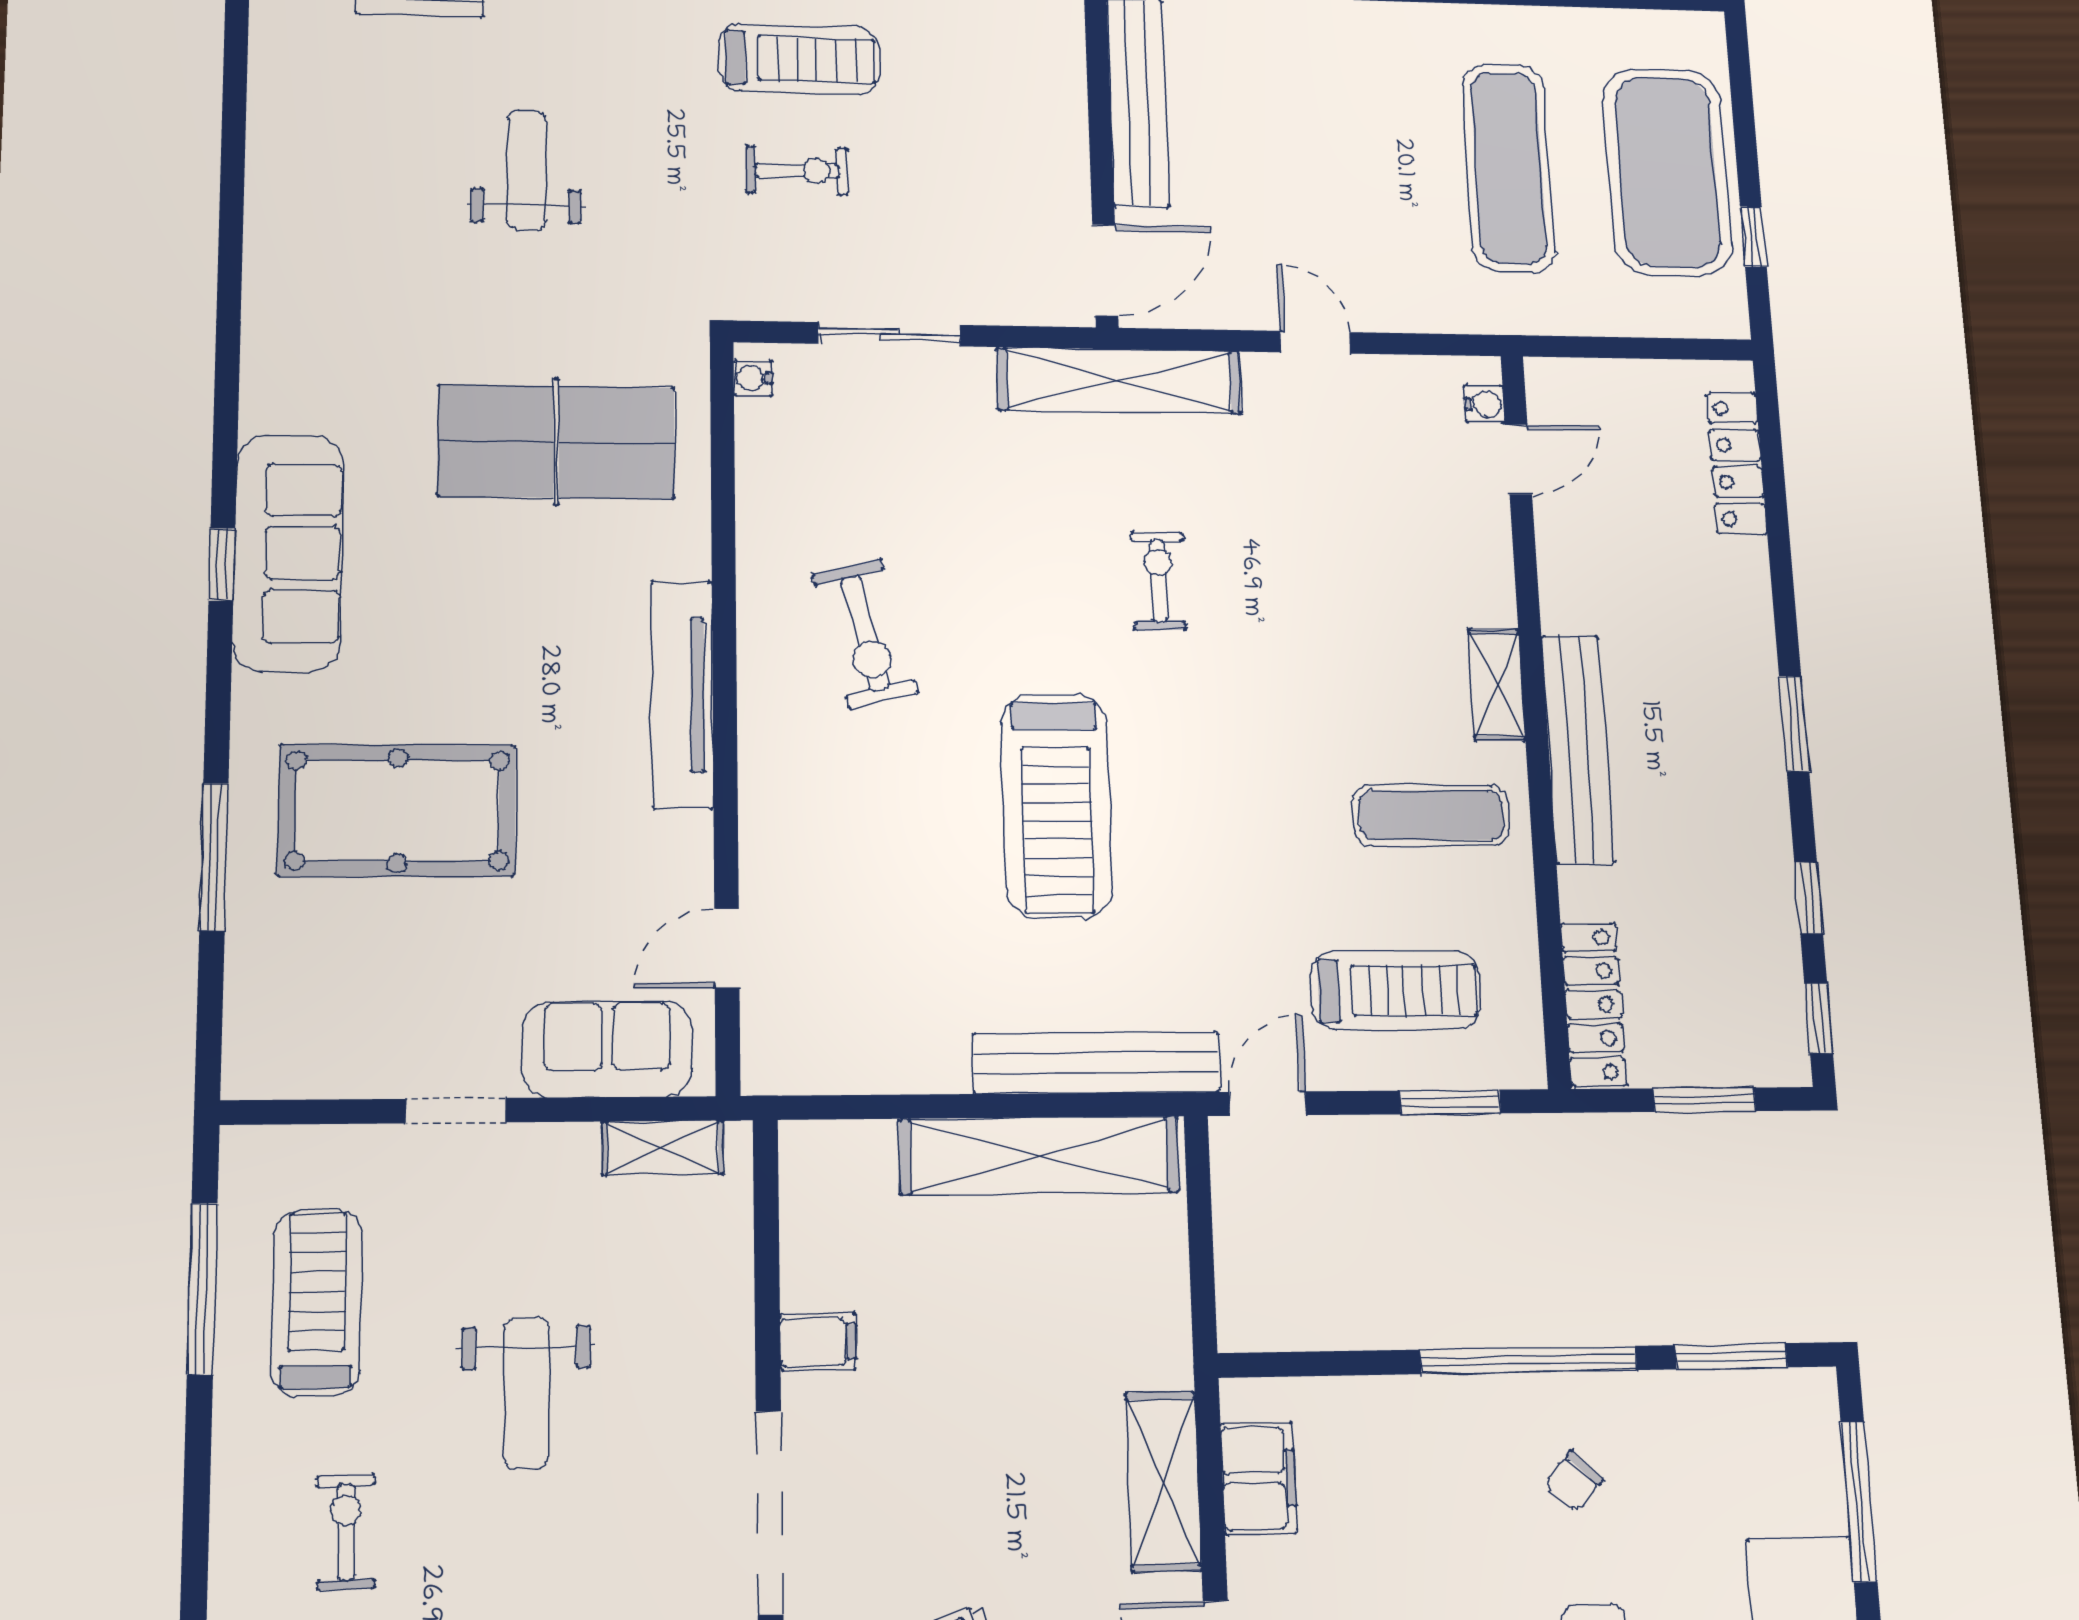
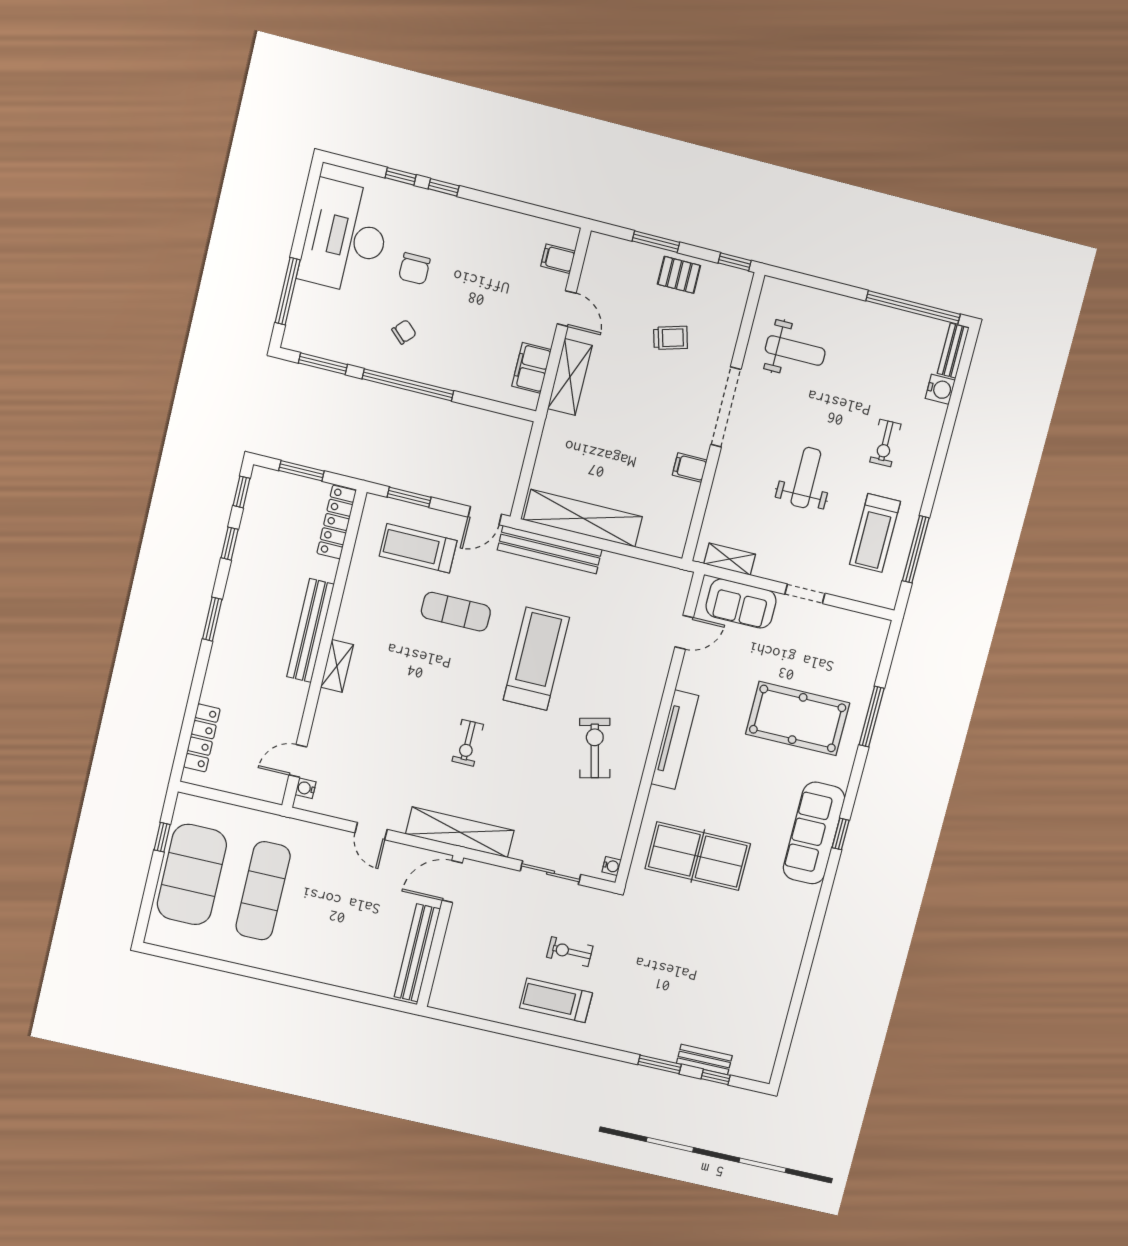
weight bench: (526, 170) -> (680, 974), removed
exercise mat: (1431, 815) -> (456, 612), moved

